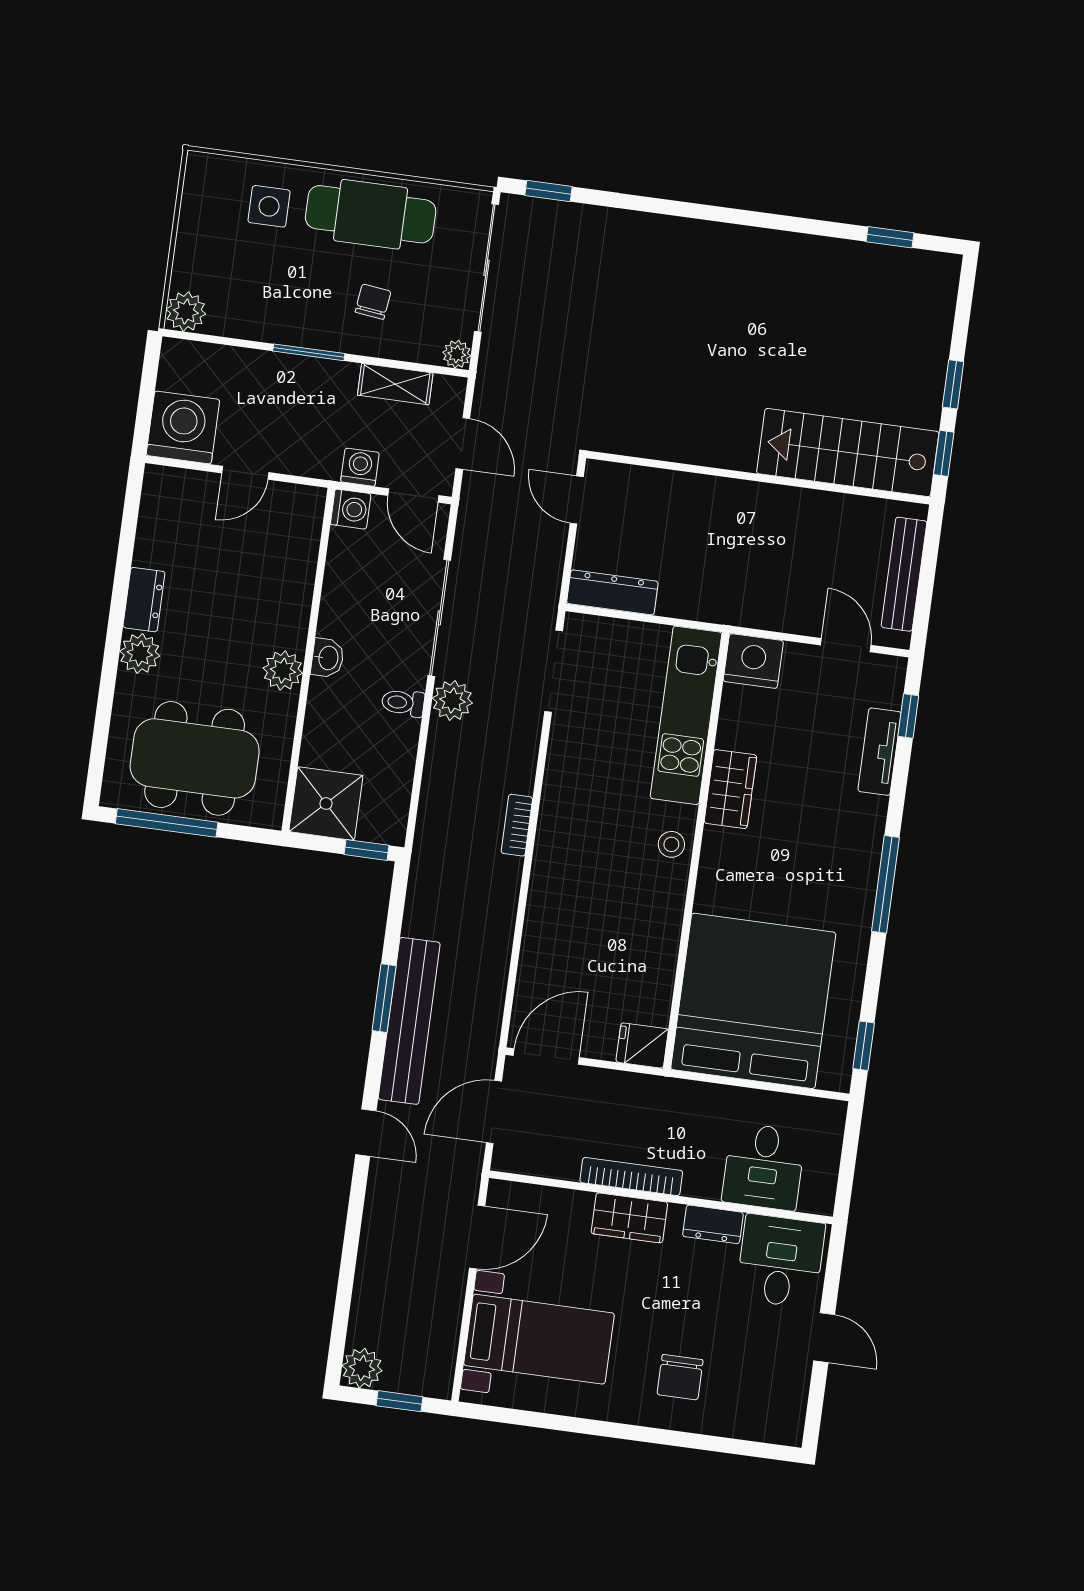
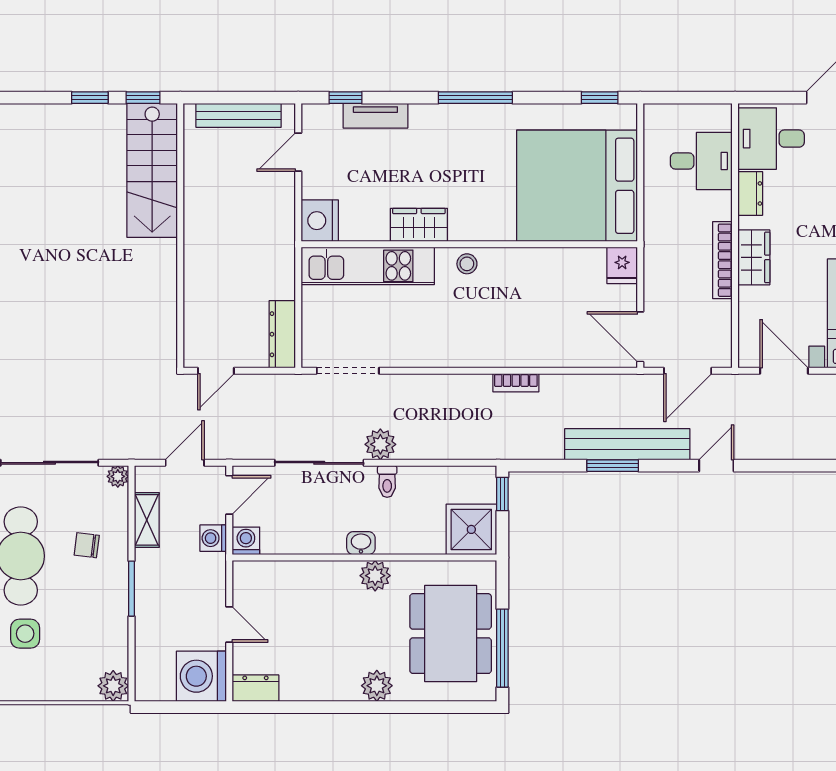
dresser: (144, 600) -> (255, 688), moved
bookcase: (517, 825) -> (516, 383), moved
door: (494, 1112) -> (688, 371), hinge flipped

